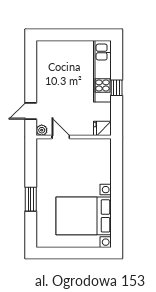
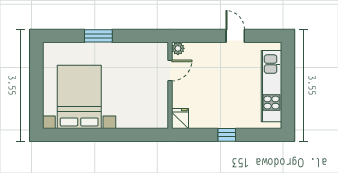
kitchen unit: (102, 71) -> (272, 86), moved, turned -90
door: (31, 111) -> (235, 36), moved

